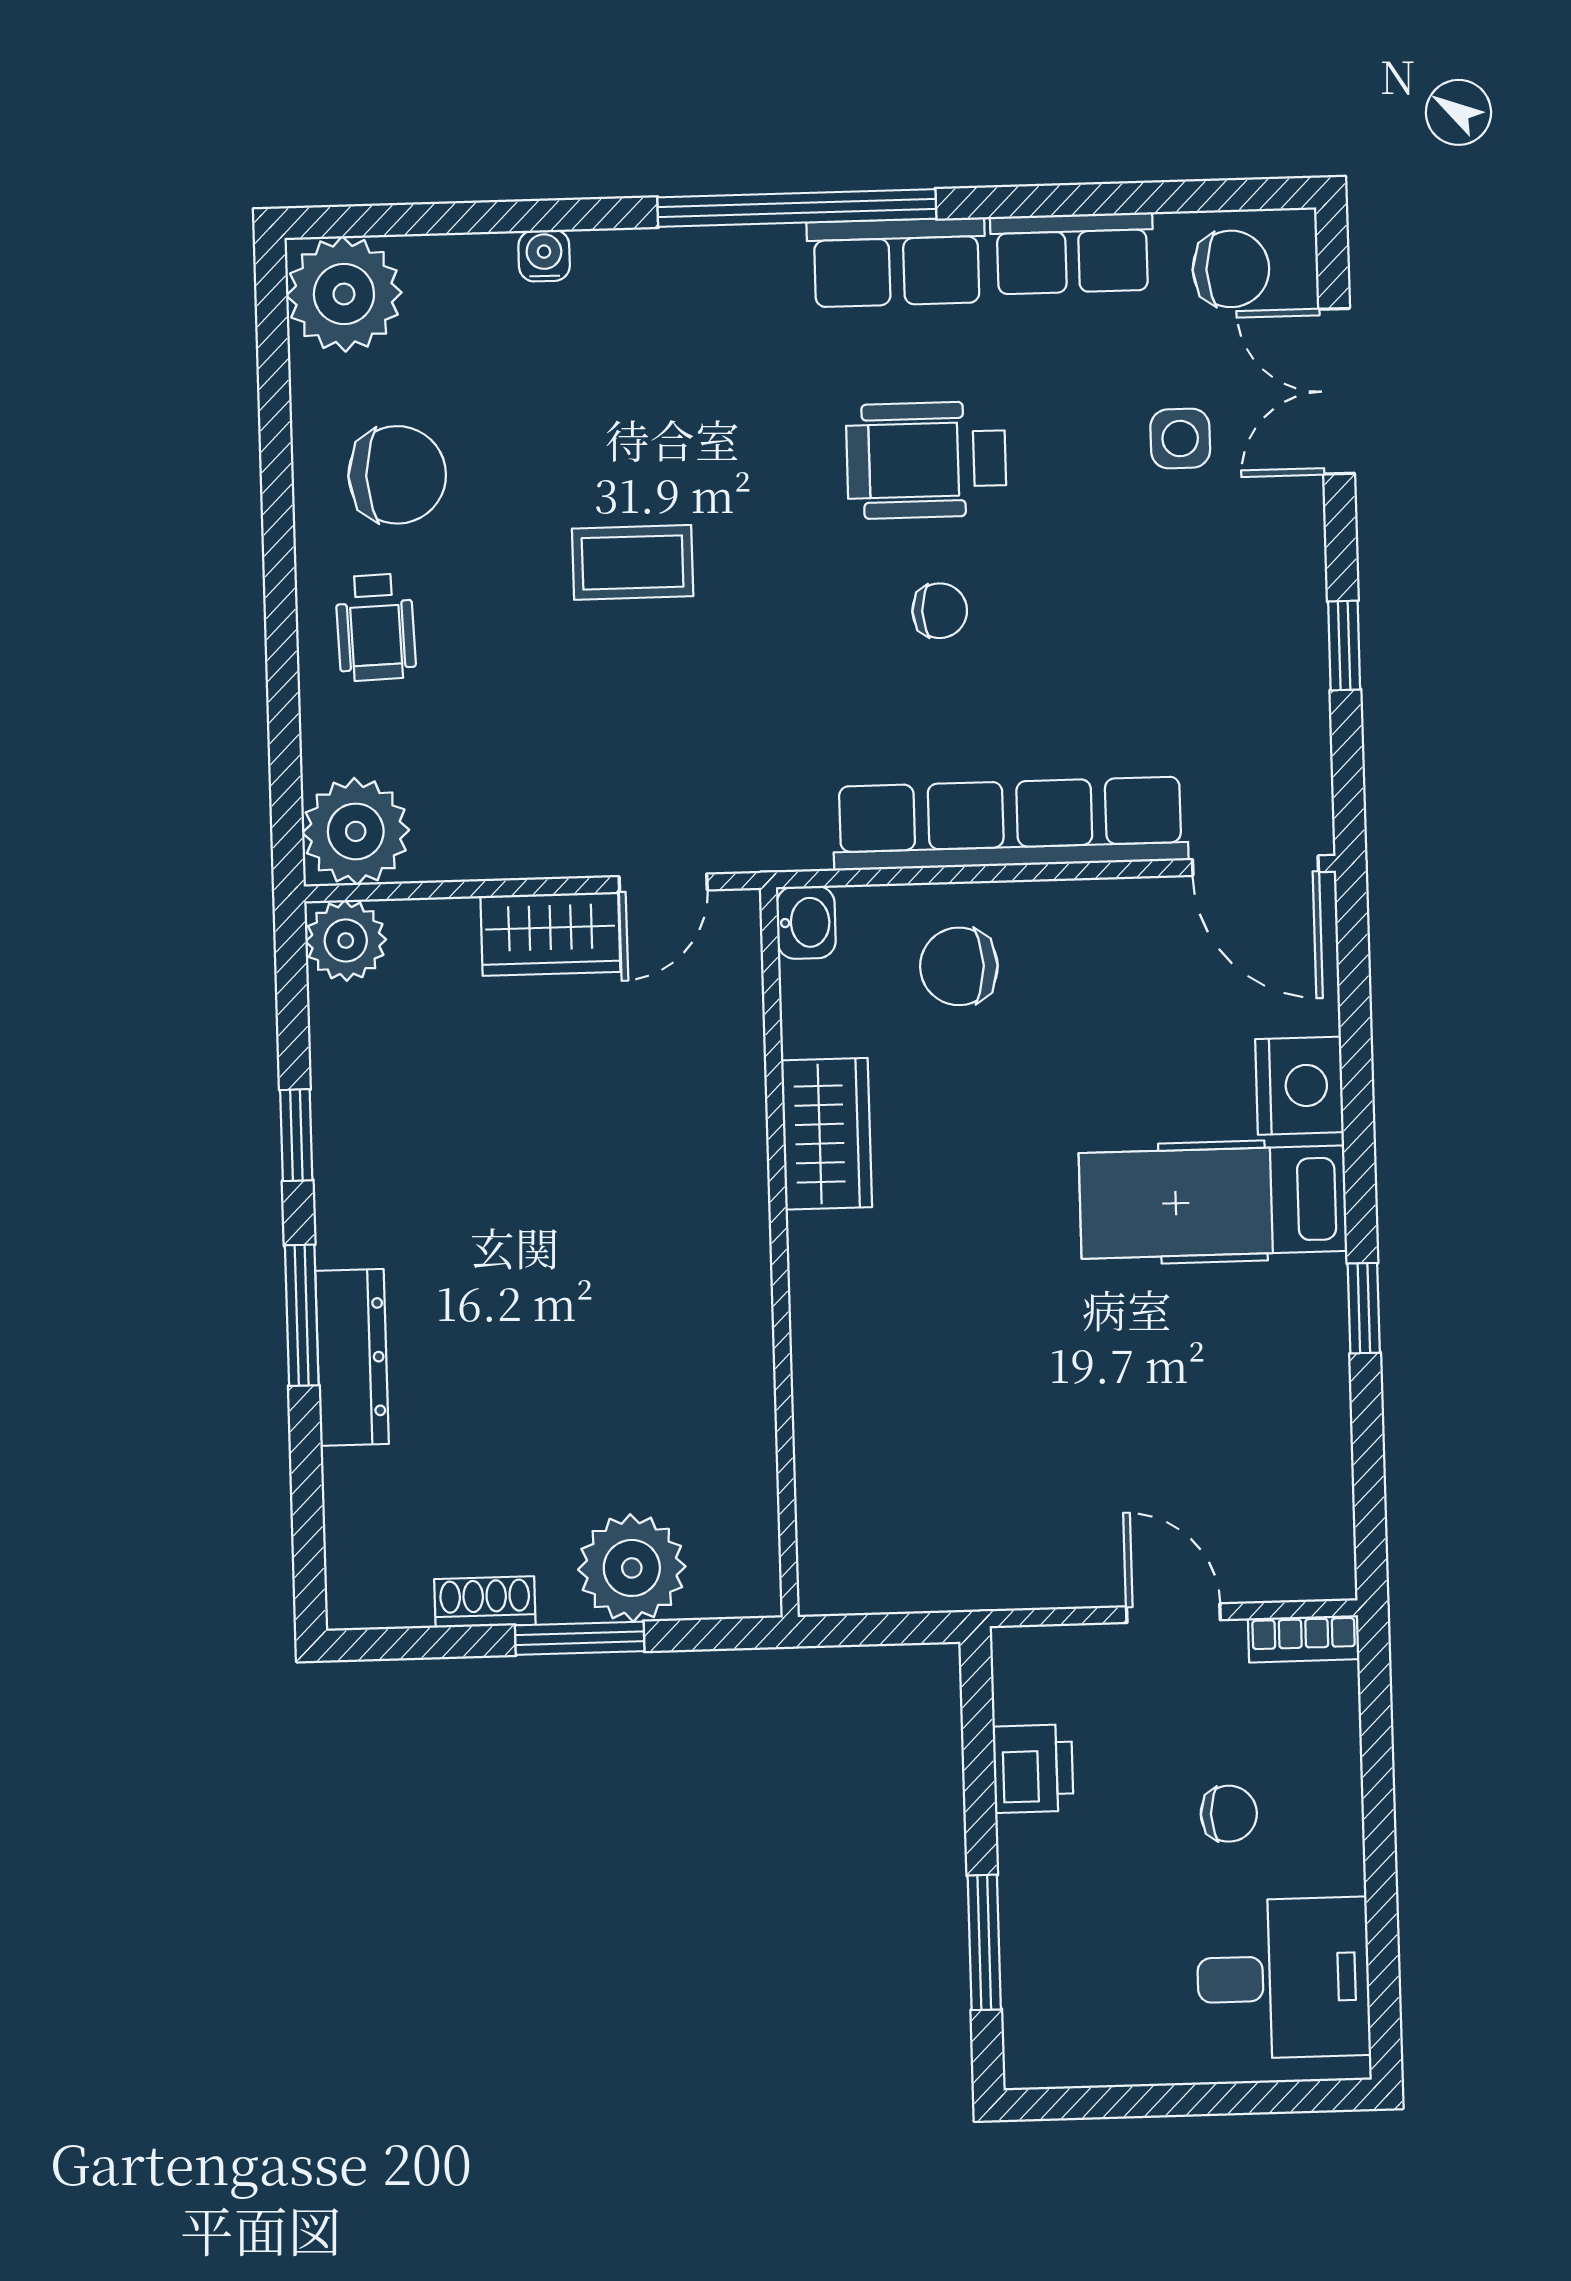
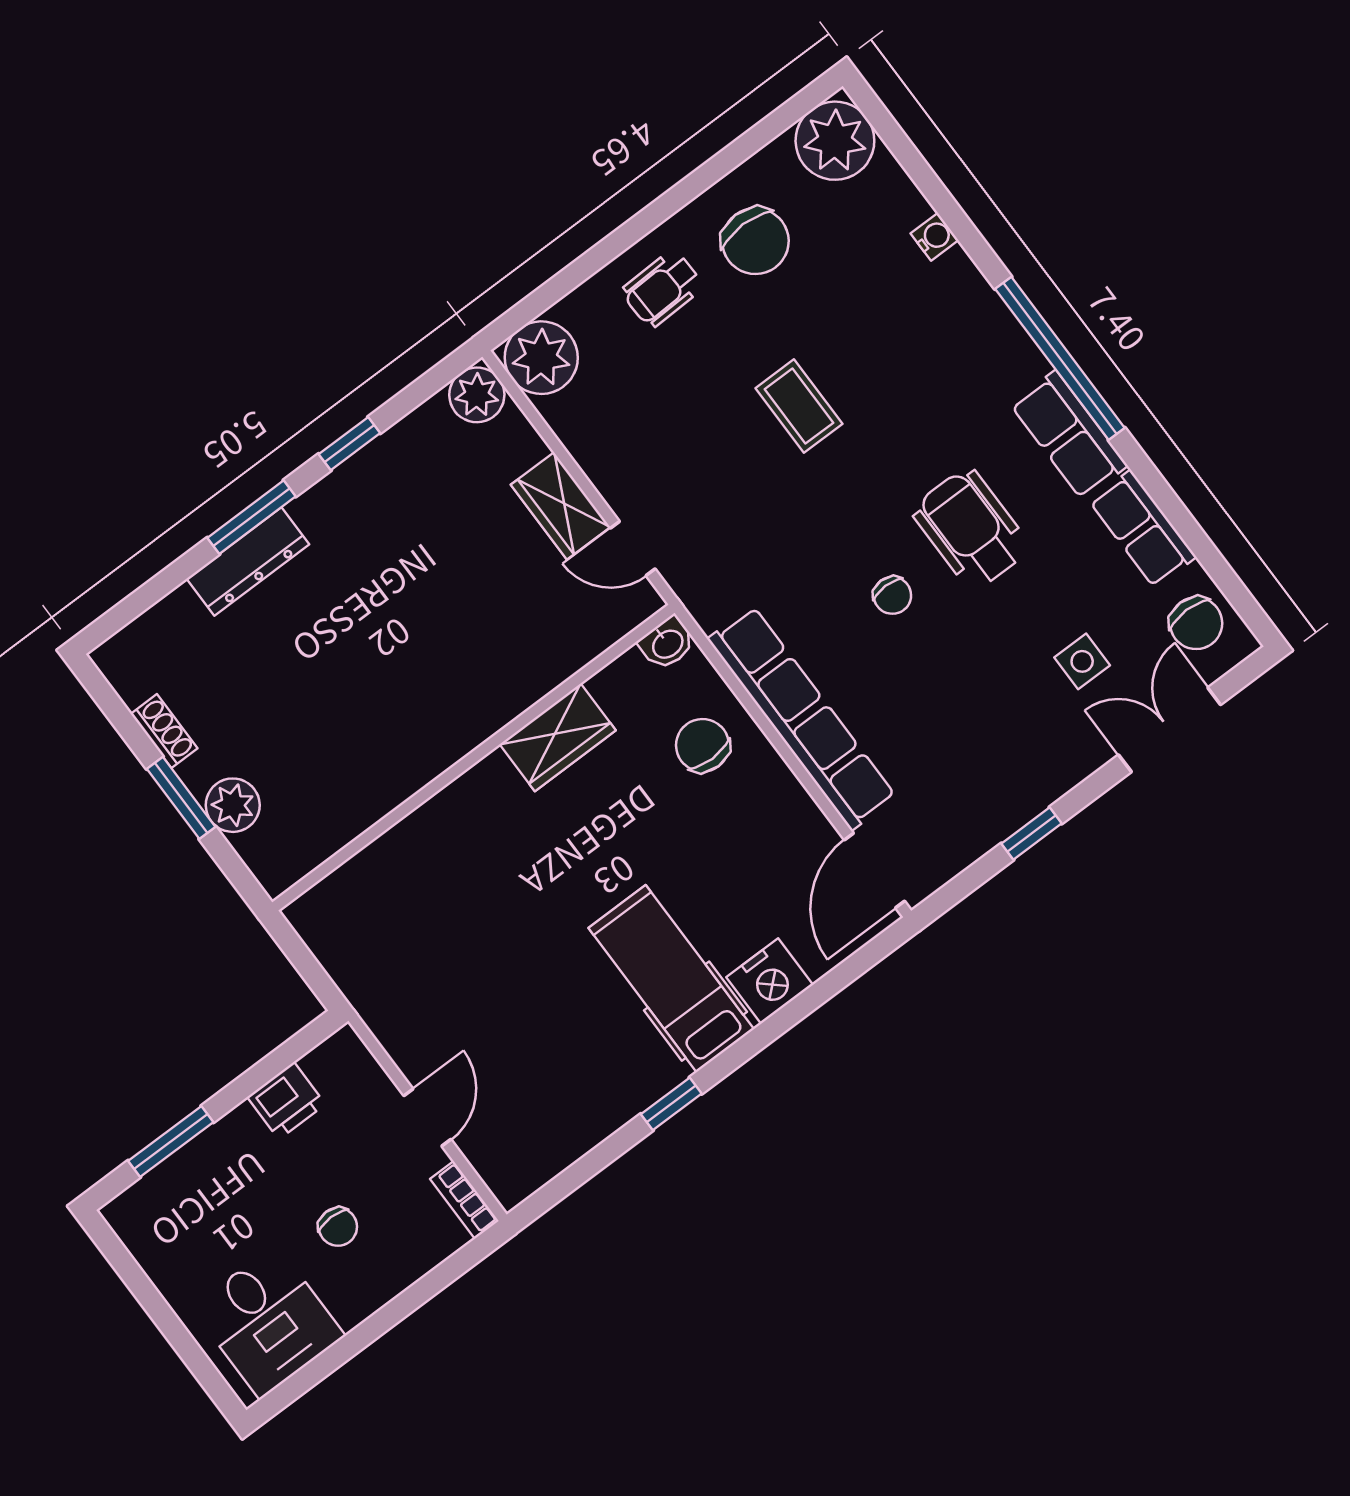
plant: (632, 1568) -> (233, 805), width x0.73, depth x0.73

